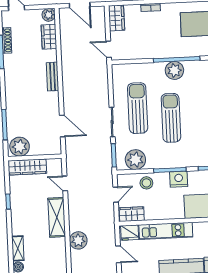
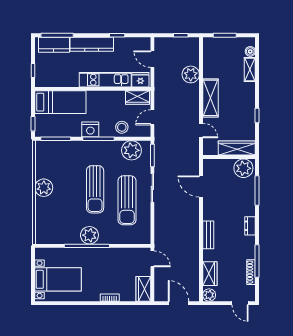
dresser: (10, 88) -> (250, 226), added

